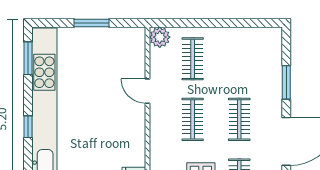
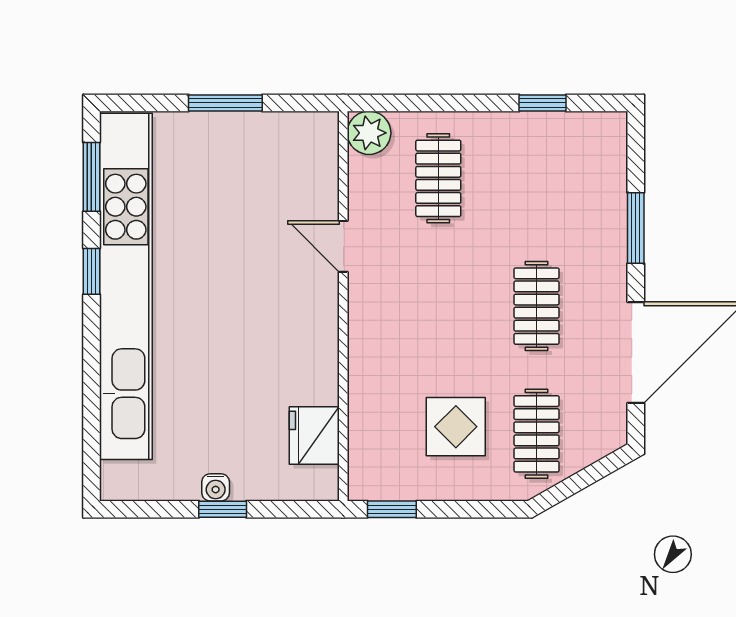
window: (242, 23) -> (542, 103), added
clothes rail: (193, 119) -> (438, 306), removed
window: (28, 127) -> (91, 271), moved

